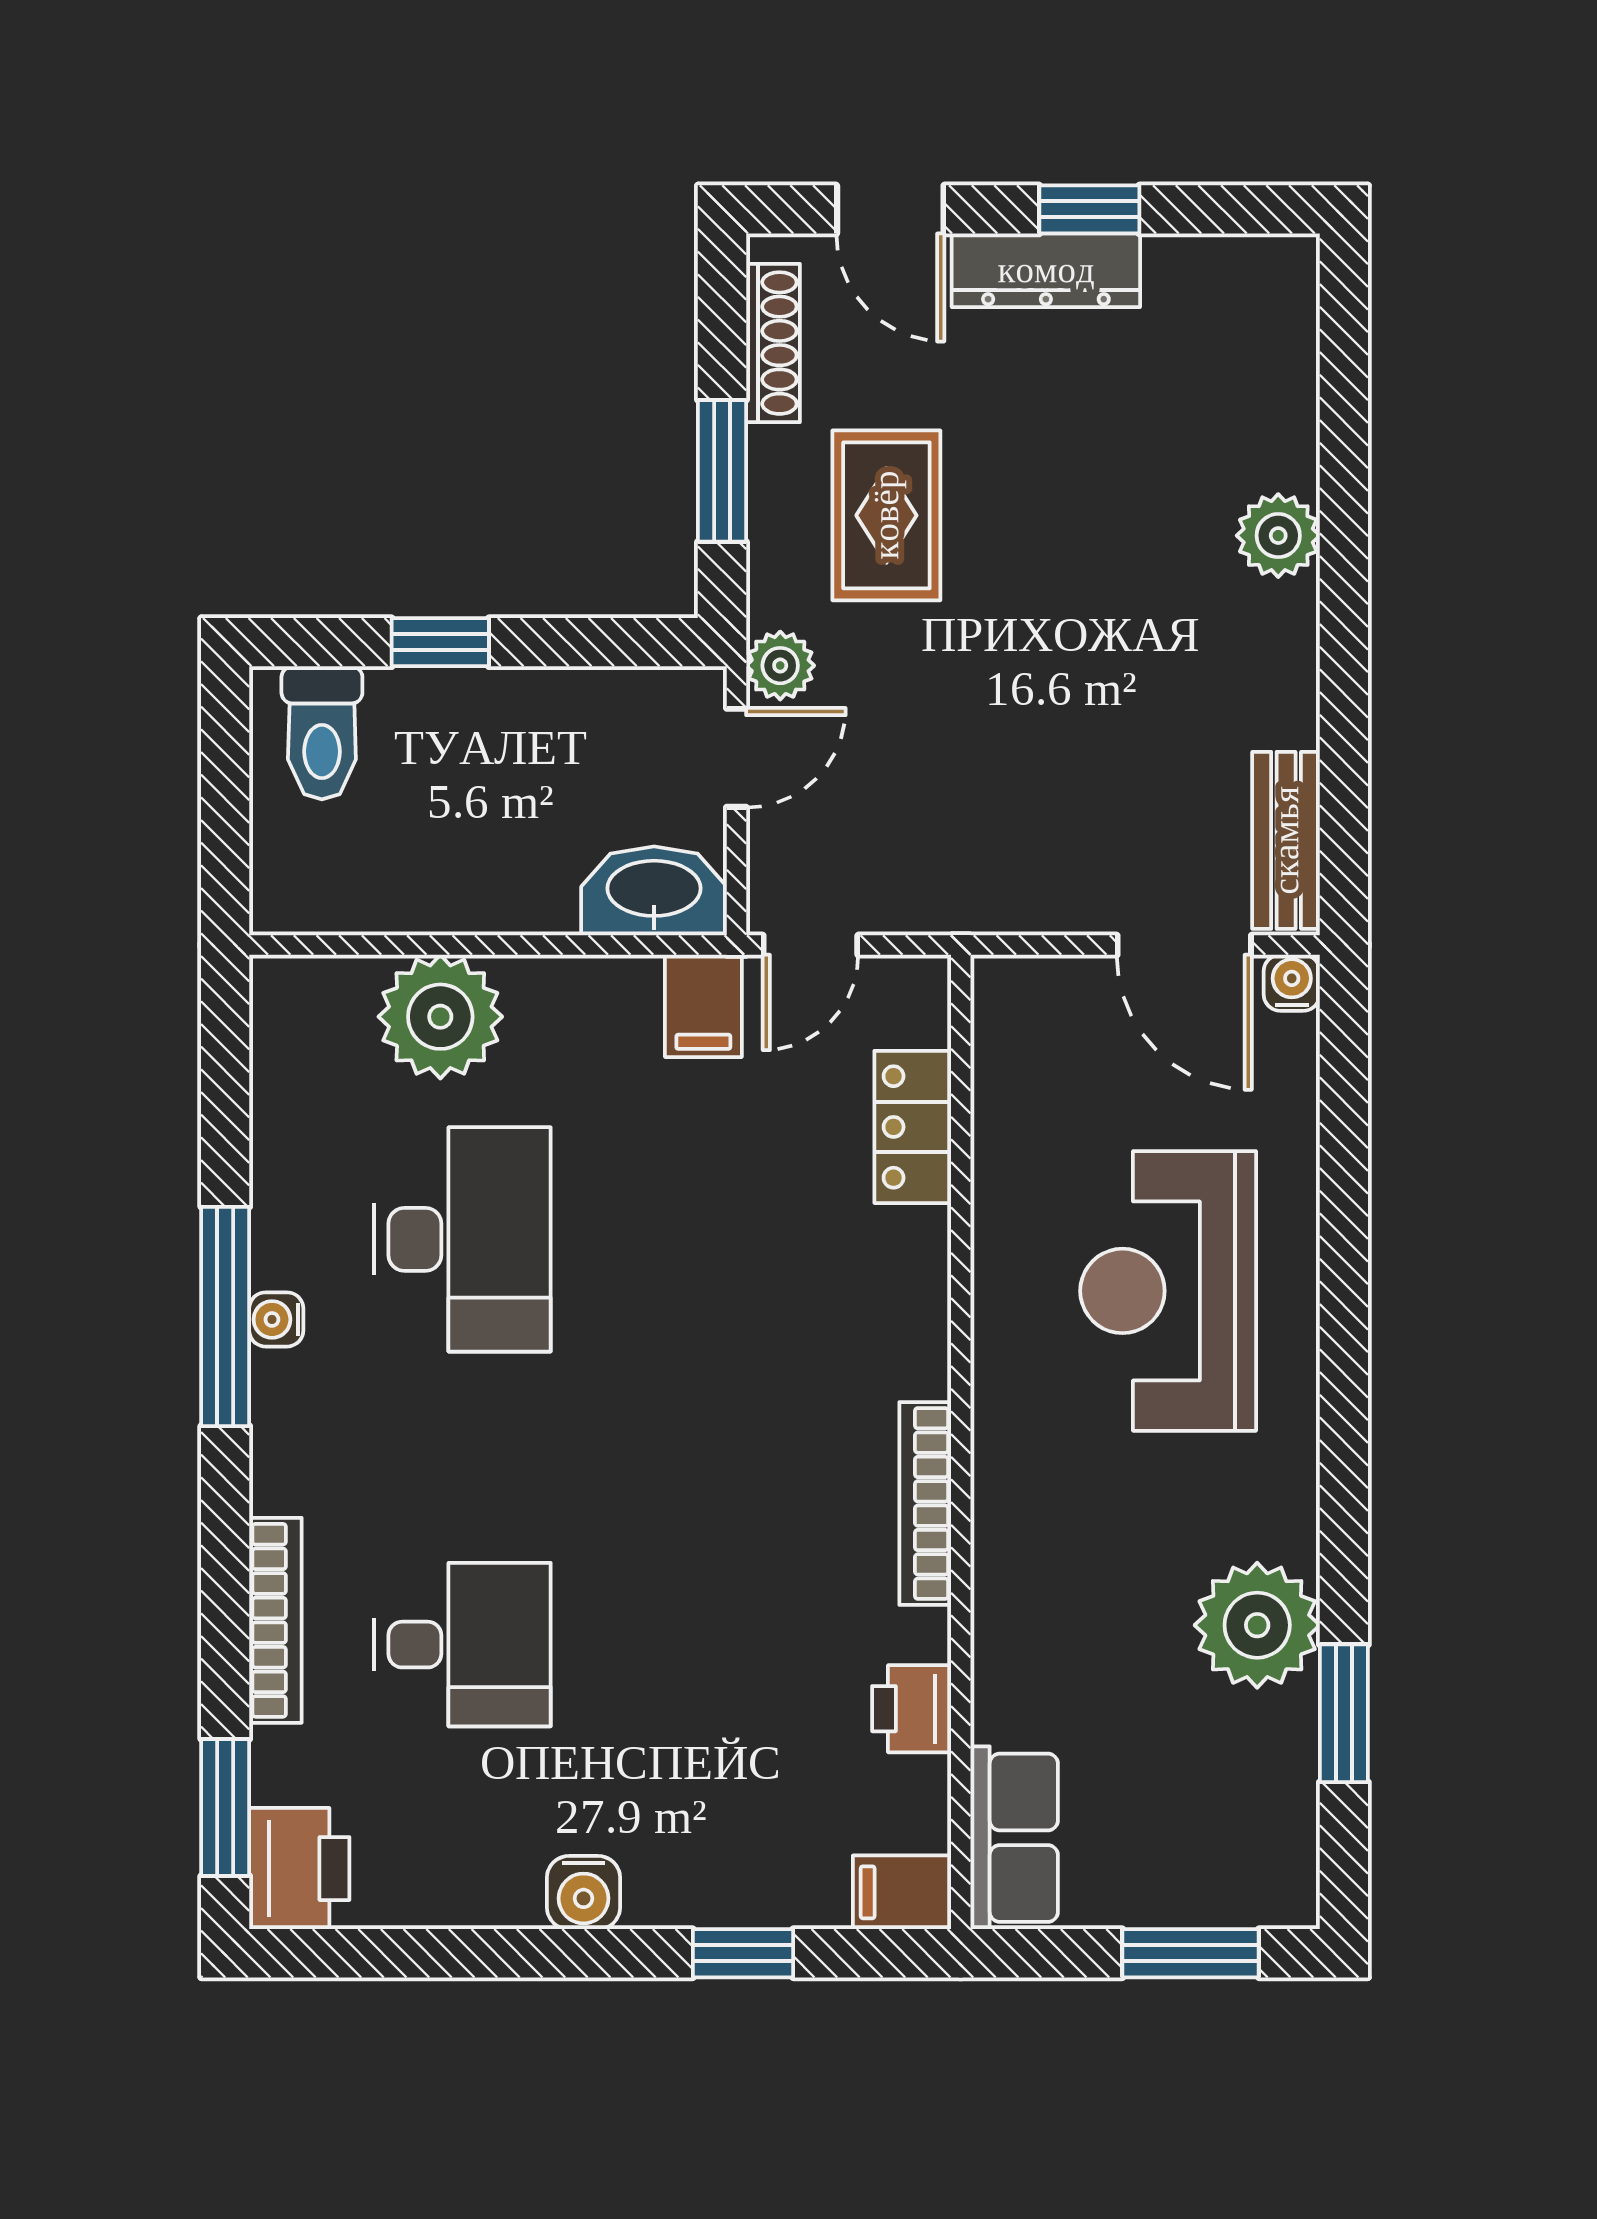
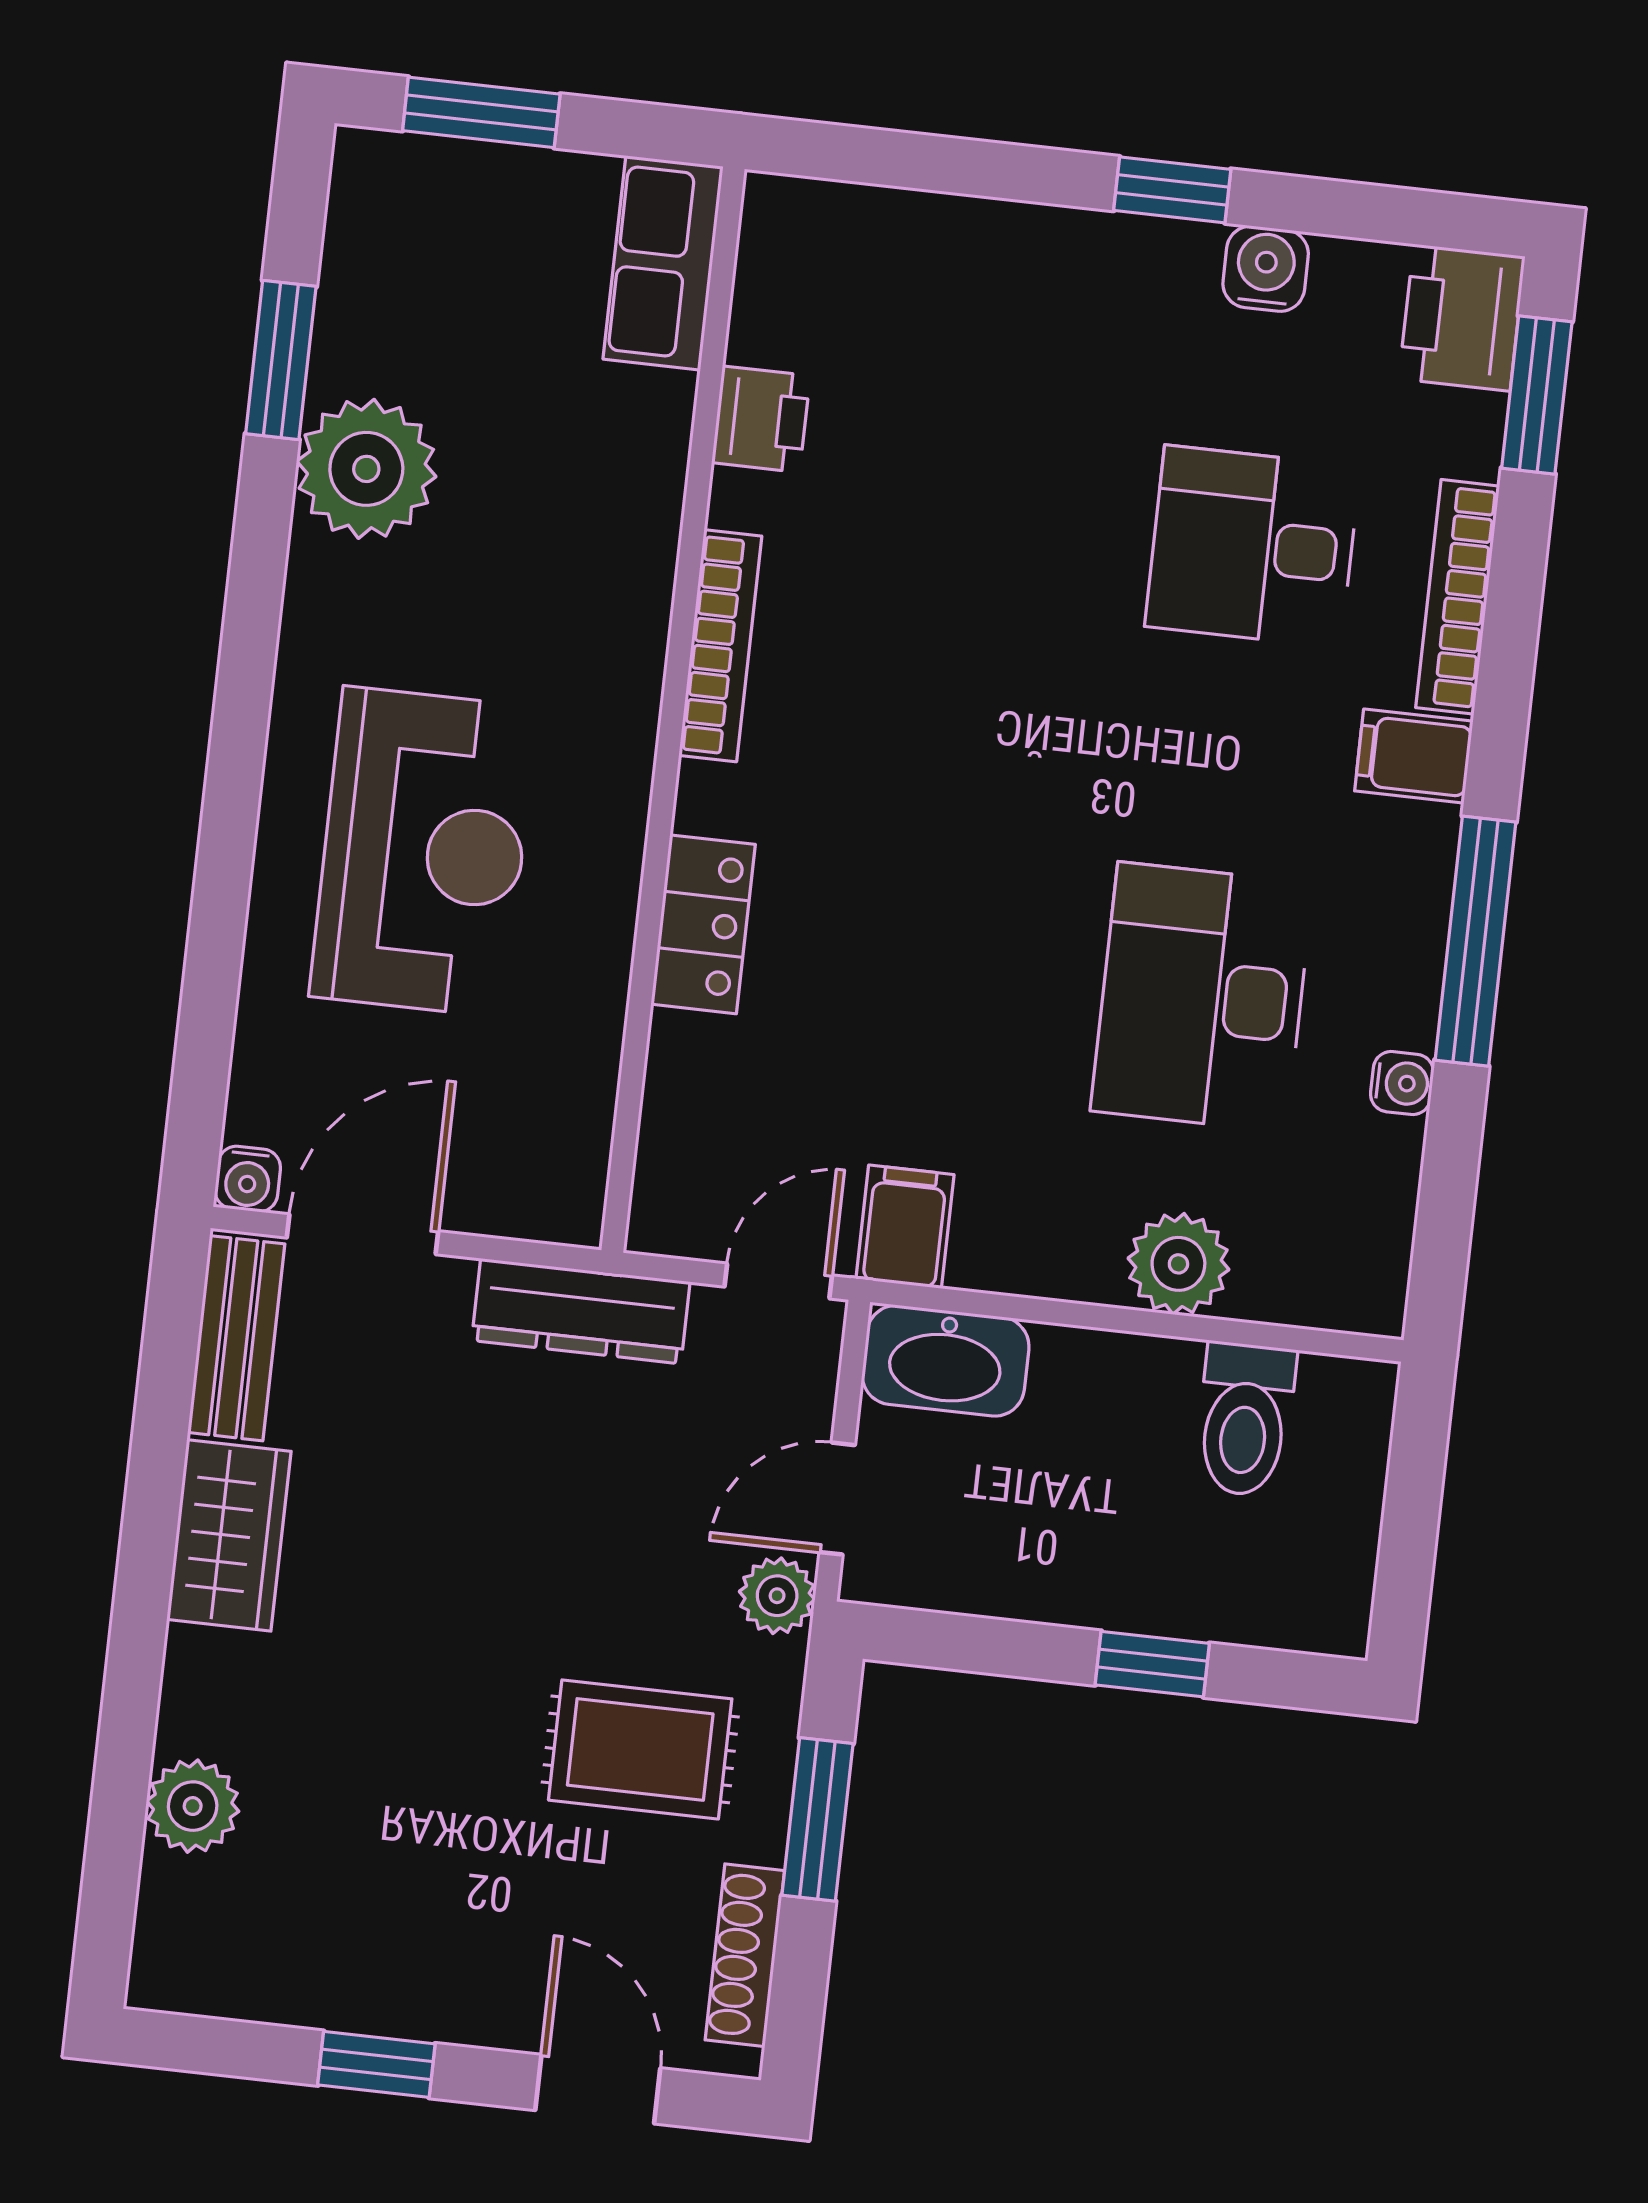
dresser: (1046, 270) -> (581, 1311), moved, turned 180
rug: (886, 515) -> (640, 1749), turned 90
plant: (1278, 536) -> (193, 1806), moved
wardrobe: (1273, 664) -> (229, 1535), added
toilet: (322, 733) -> (1245, 1419), moved, turned 180
door: (1184, 945) -> (363, 1234), hinge flipped
plant: (440, 1017) -> (1178, 1264), width x0.73, depth x0.73
locker: (913, 1127) -> (703, 924), moved
water cooler: (276, 1319) -> (1402, 1083), moved
filing cabinet: (902, 1892) -> (1414, 756), moved, turned 180
water cooler: (583, 1893) -> (1266, 269), moved
window: (743, 1953) -> (1172, 190), moved

